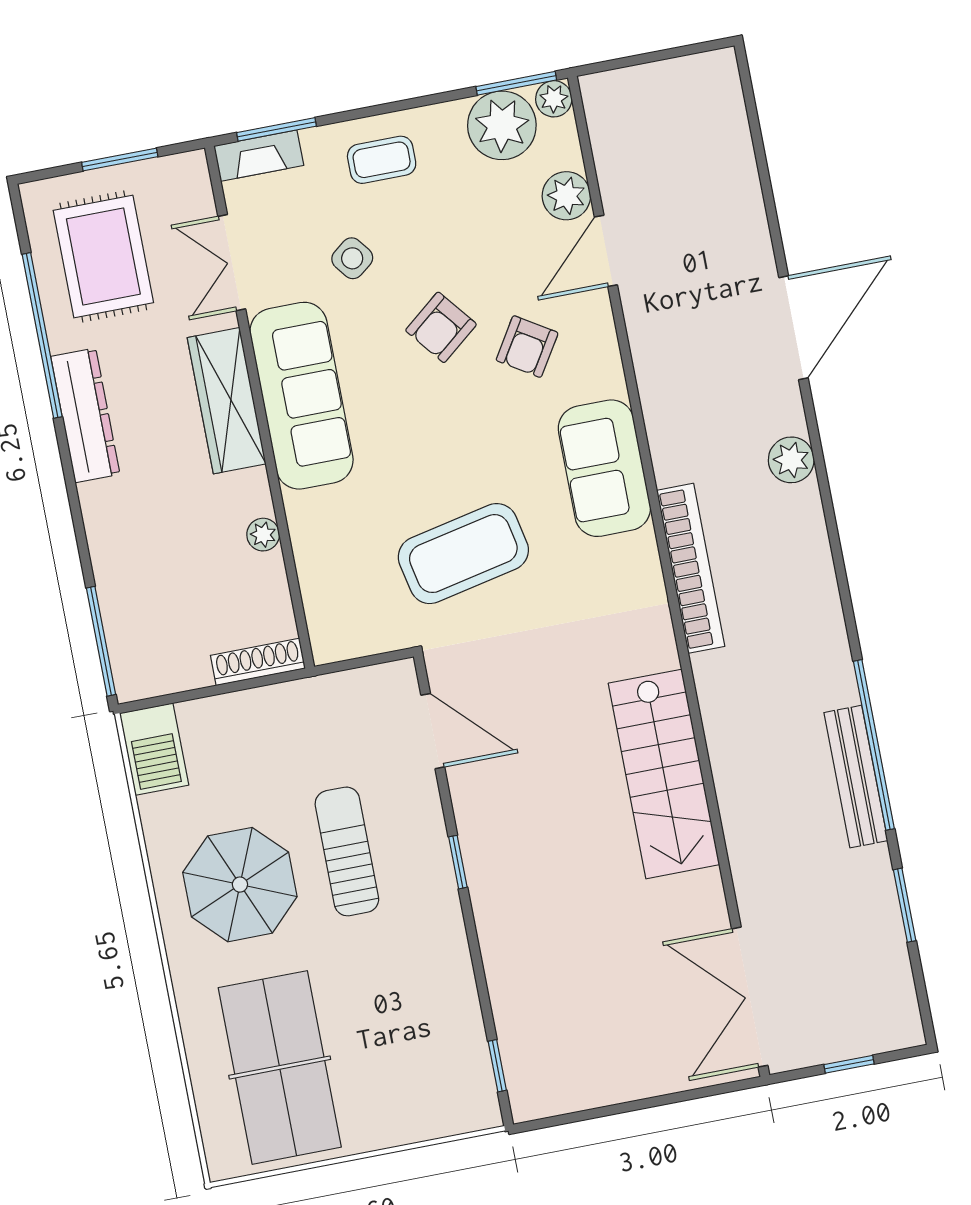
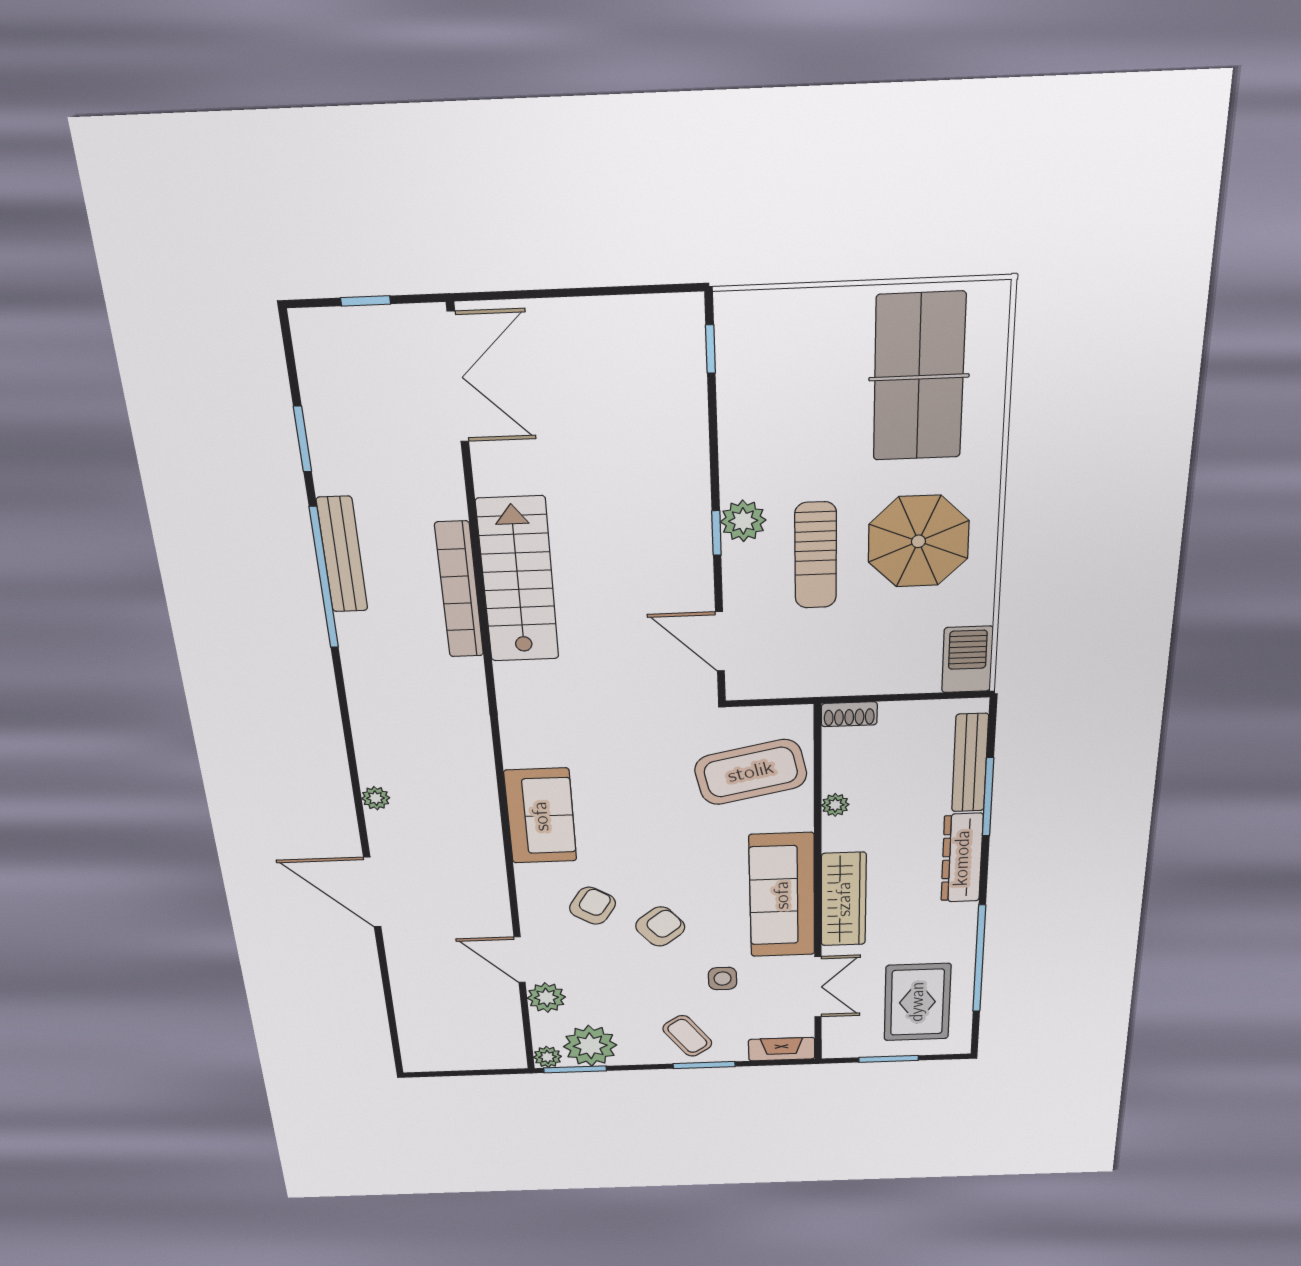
window: (277, 129) -> (704, 1065), moved
coffee table: (382, 160) -> (687, 1036), turned 55
door: (606, 251) -> (520, 960), swing flipped
side table: (352, 258) -> (723, 979), turned 38
door: (793, 328) -> (372, 892), hinge flipped
dresser: (85, 415) -> (962, 858), moved
plant: (791, 460) -> (376, 798), width x0.73, depth x0.73
coffee table: (463, 554) -> (751, 772), moved
bookcase: (691, 568) -> (459, 590), moved
bench: (119, 615) -> (970, 763), added
window: (101, 641) -> (988, 797), moved
shoe rack: (258, 662) -> (849, 714), width x0.70
plant: (432, 880) -> (743, 521), added

